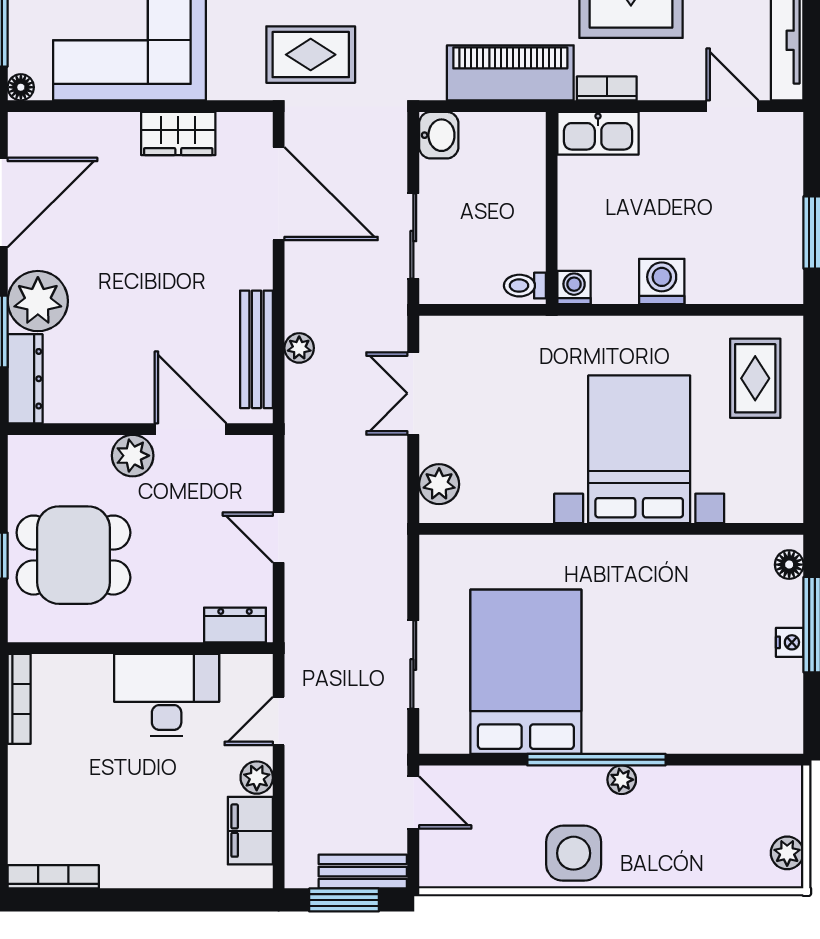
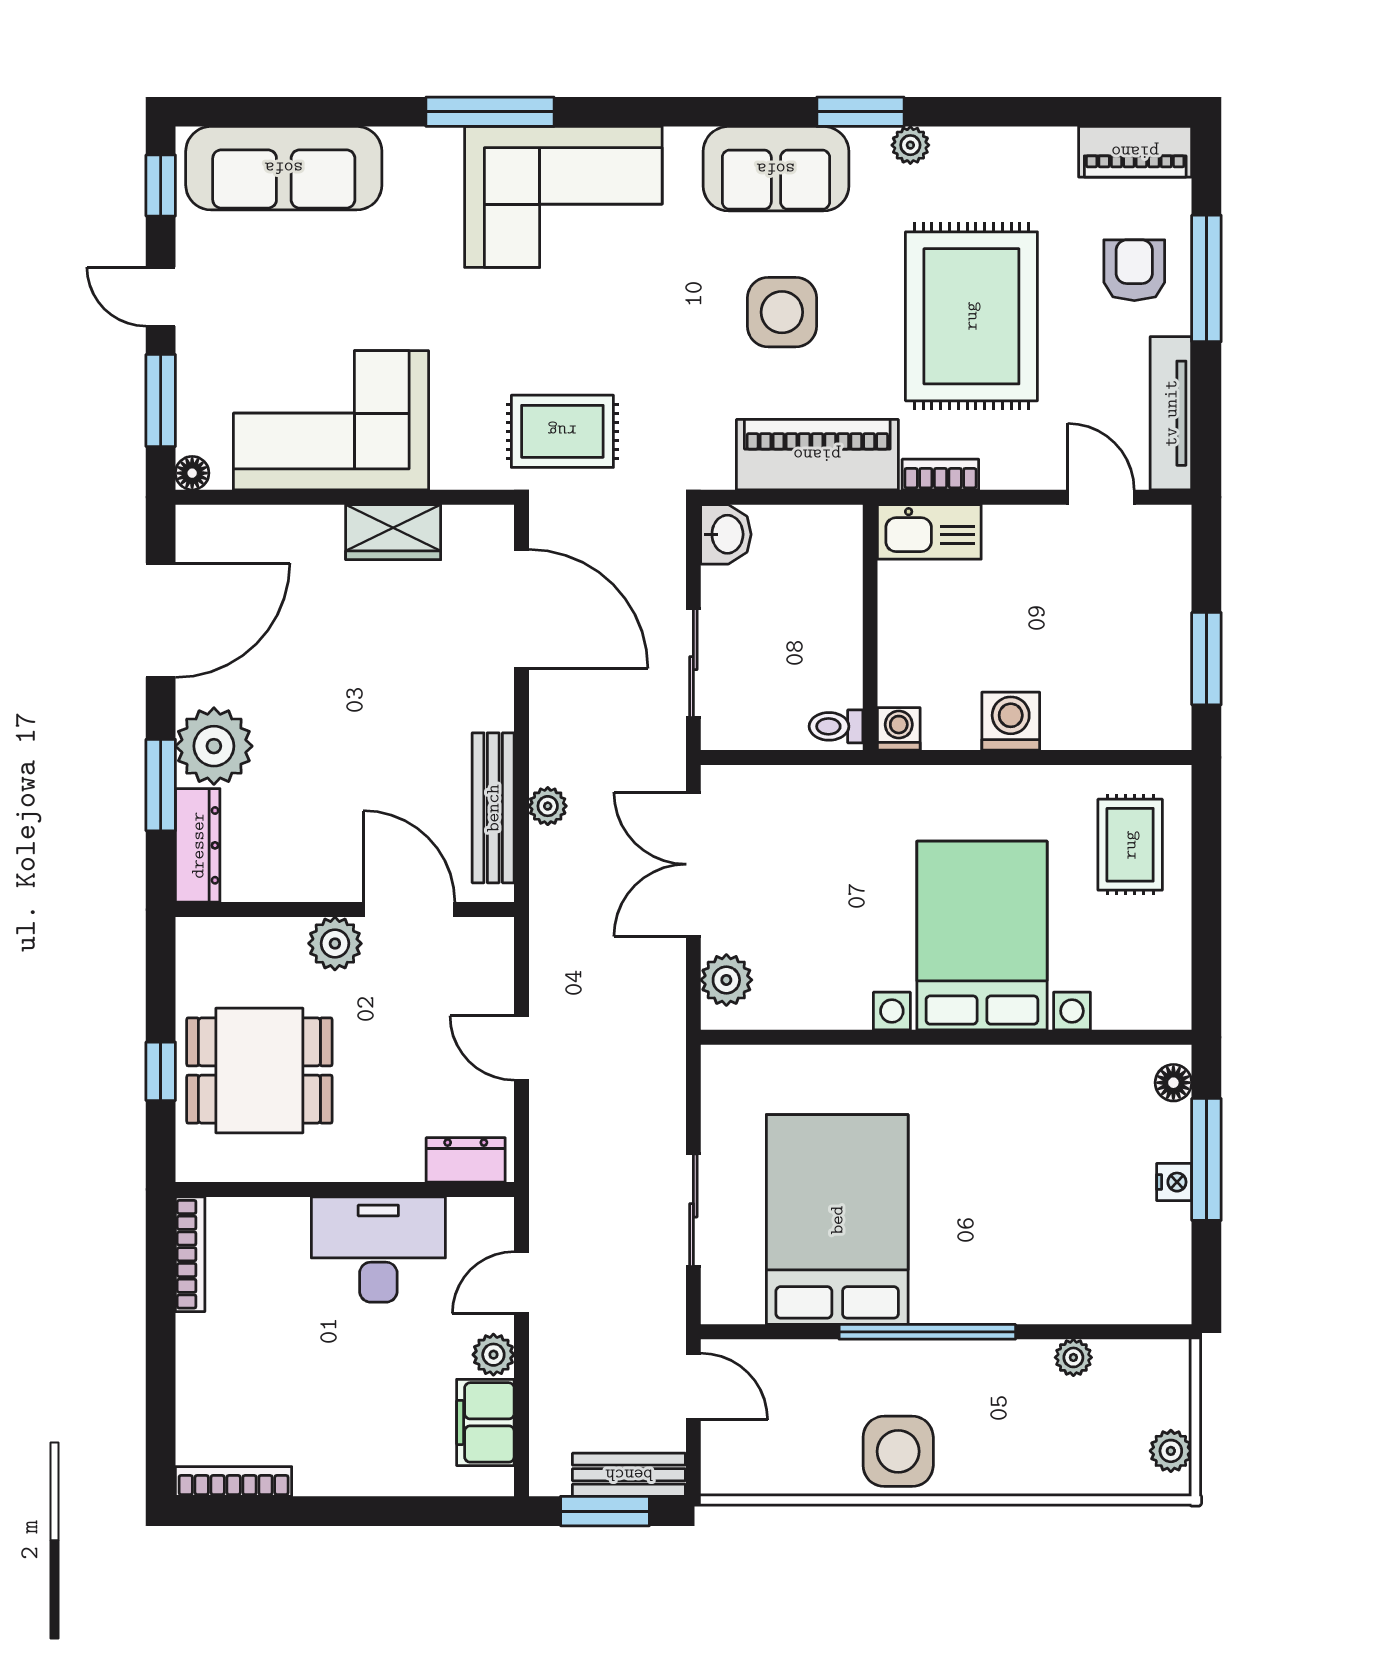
double door: (413, 393) -> (693, 864), width x1.37
plant: (622, 780) -> (1073, 1357), moved

